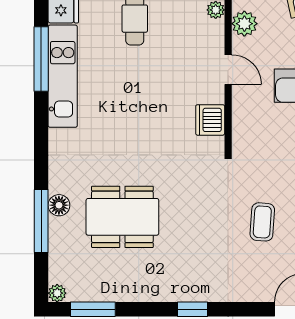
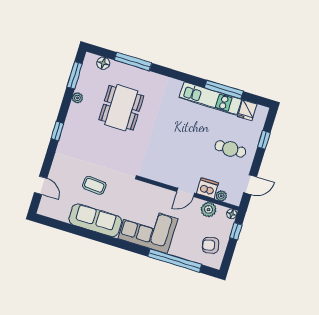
dishwasher: (210, 120) -> (208, 188), moved
floor lamp: (59, 205) -> (103, 63), moved
plant: (57, 293) -> (77, 98), moved

